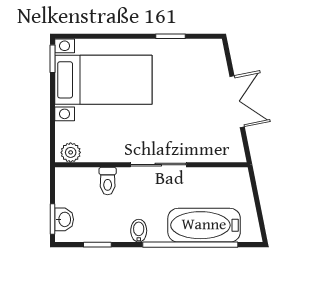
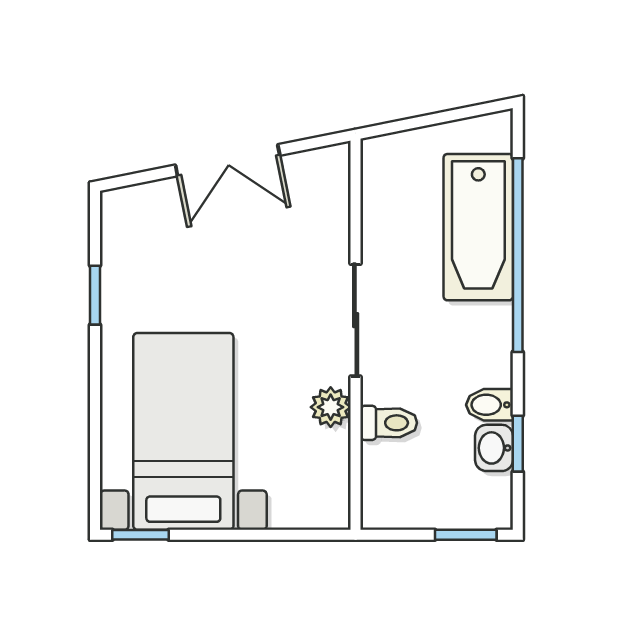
double door: (237, 102) -> (228, 160), swing flipped
plant: (71, 152) -> (331, 407), moved
washbasin: (64, 219) -> (494, 448), moved, turned -90
bidet: (139, 231) -> (489, 405), moved

